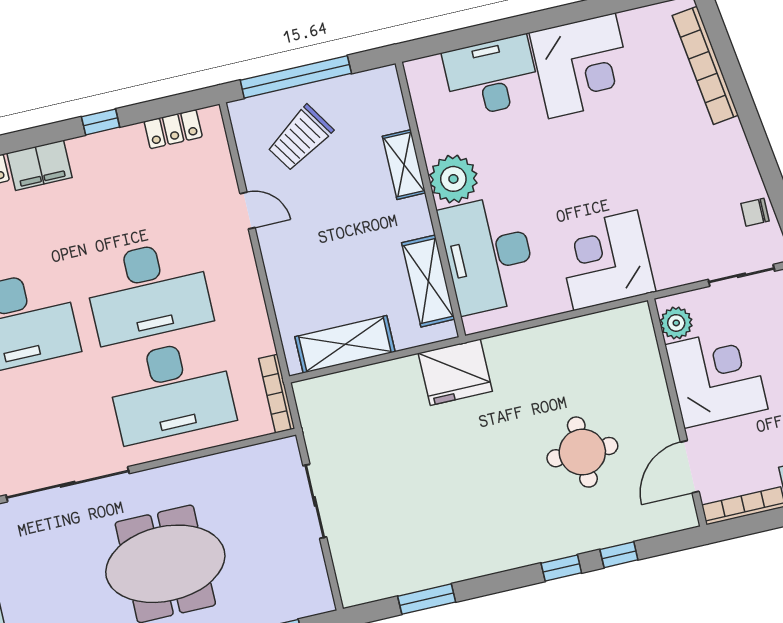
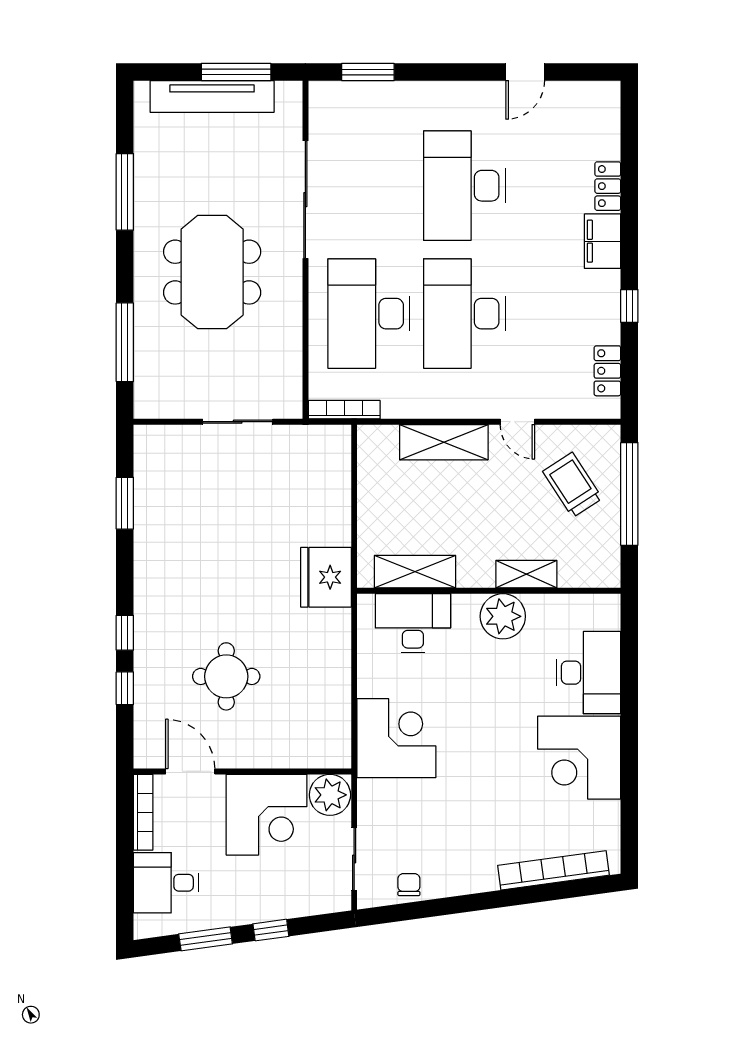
door: (248, 211) -> (517, 422), hinge flipped
desk: (488, 254) -> (413, 623), width x0.73, depth x0.77
plant: (676, 323) -> (330, 795), width x1.36, depth x1.36
shelving: (345, 344) -> (444, 442), moved, turned 90

